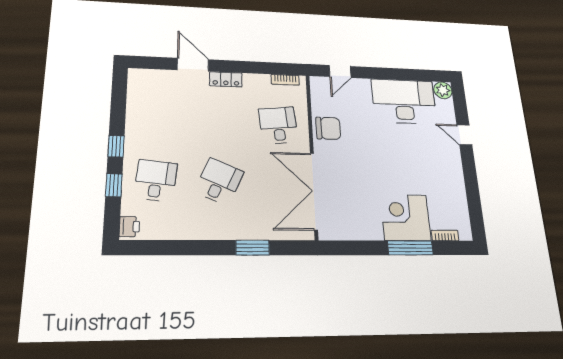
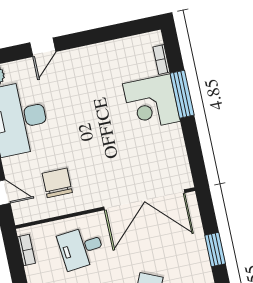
chair: (328, 128) -> (57, 183), moved

